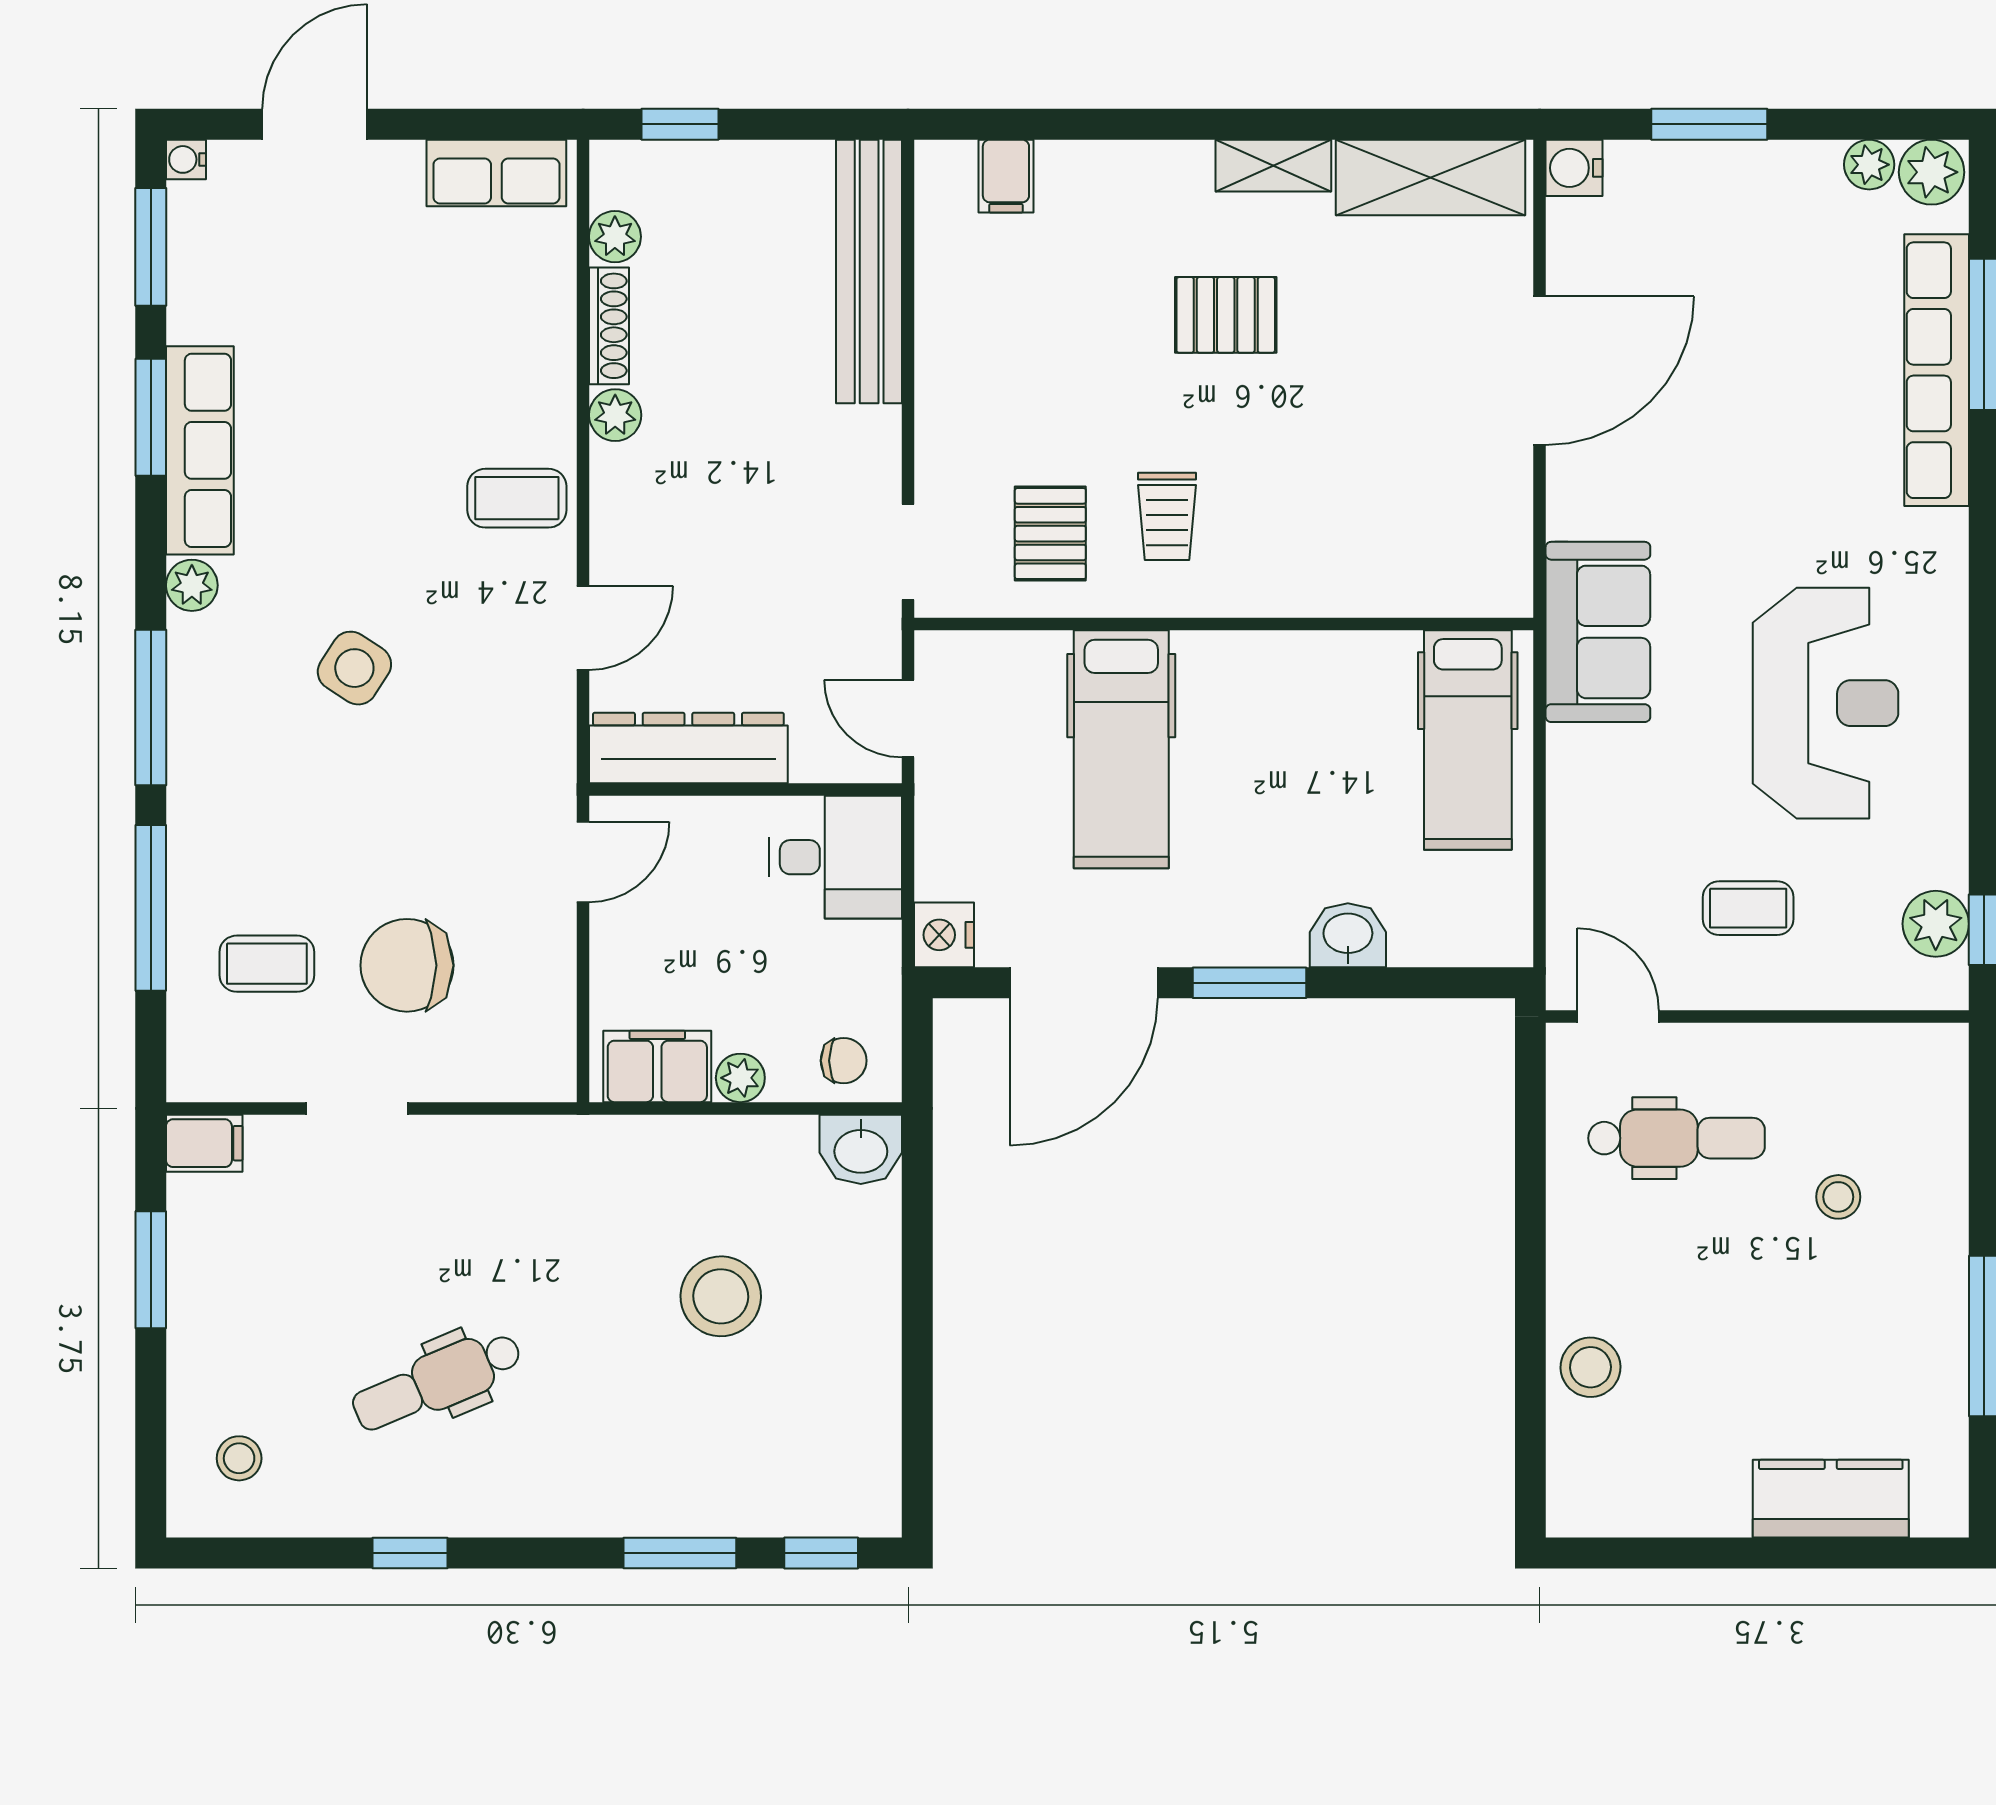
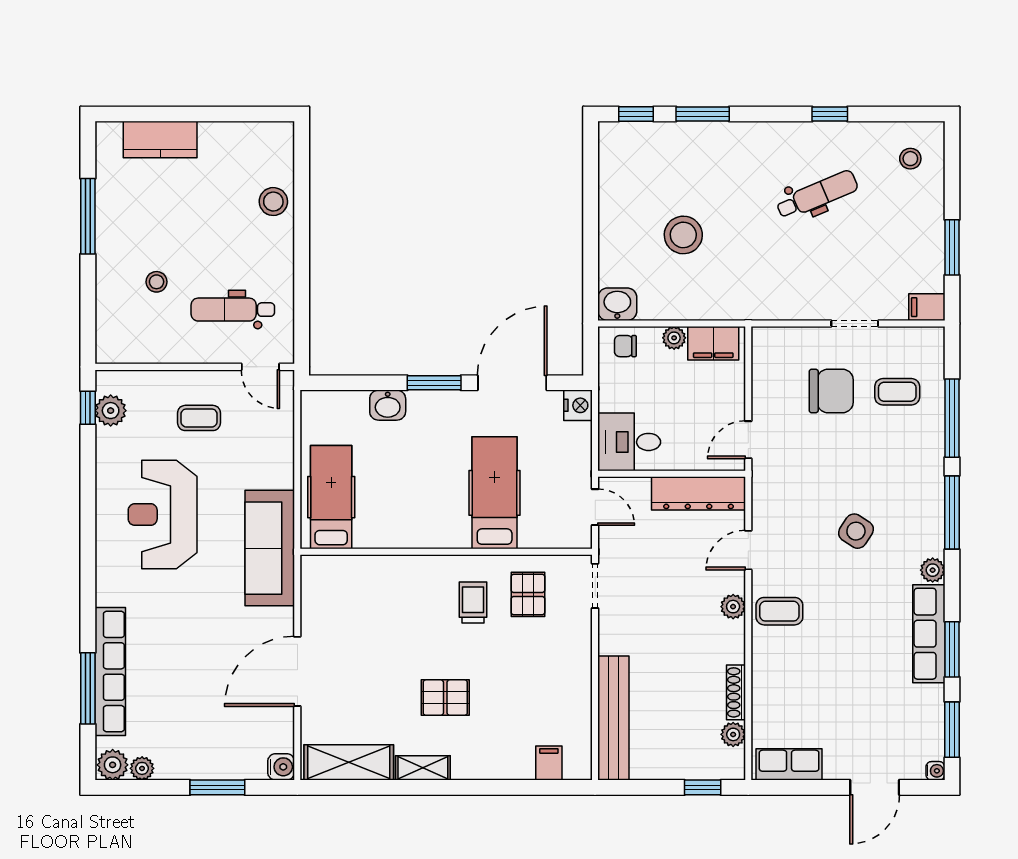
plant: (615, 415) -> (733, 607), moved
sofa: (1598, 632) -> (270, 548), width x1.36

